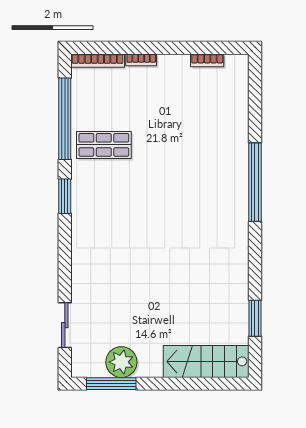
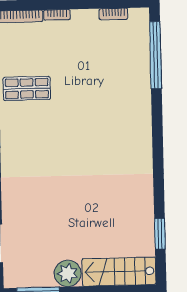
window: (255, 182) -> (155, 55), moved
plant: (121, 362) -> (68, 273), moved

